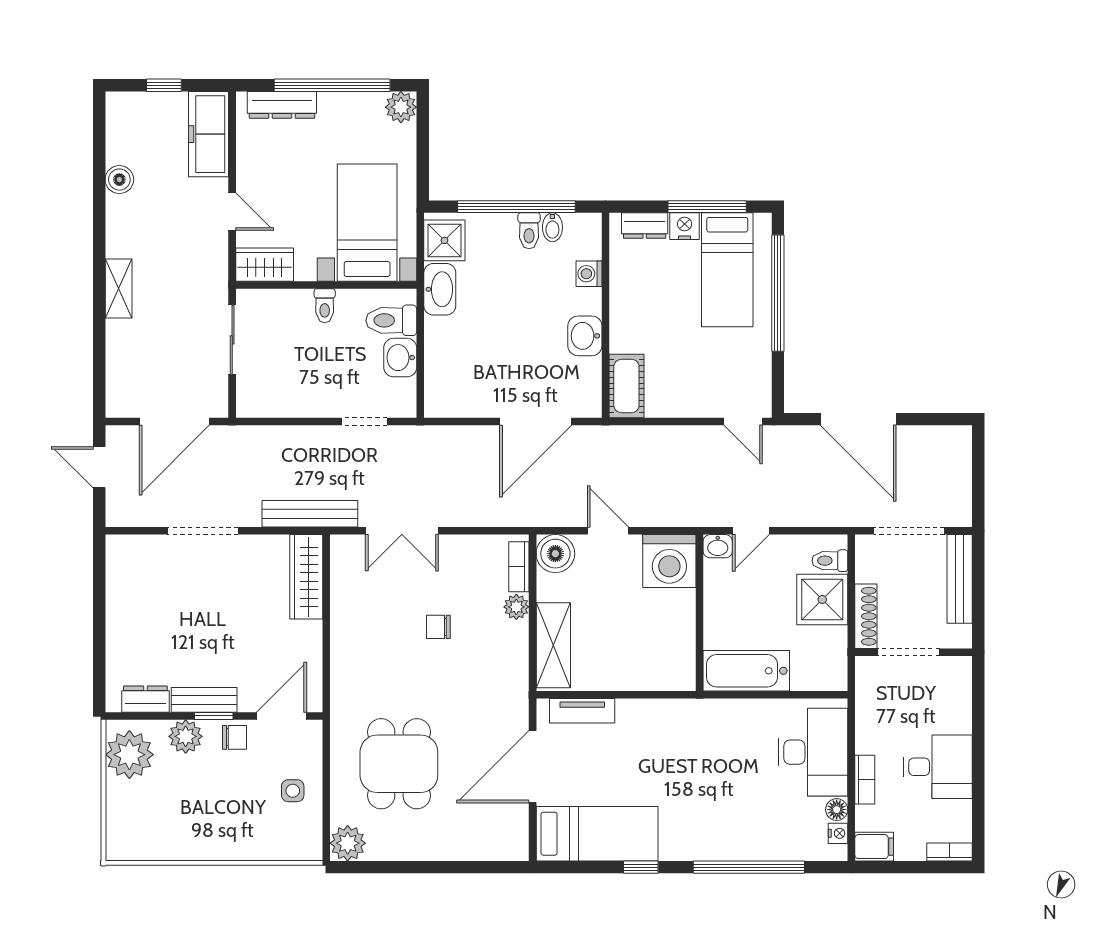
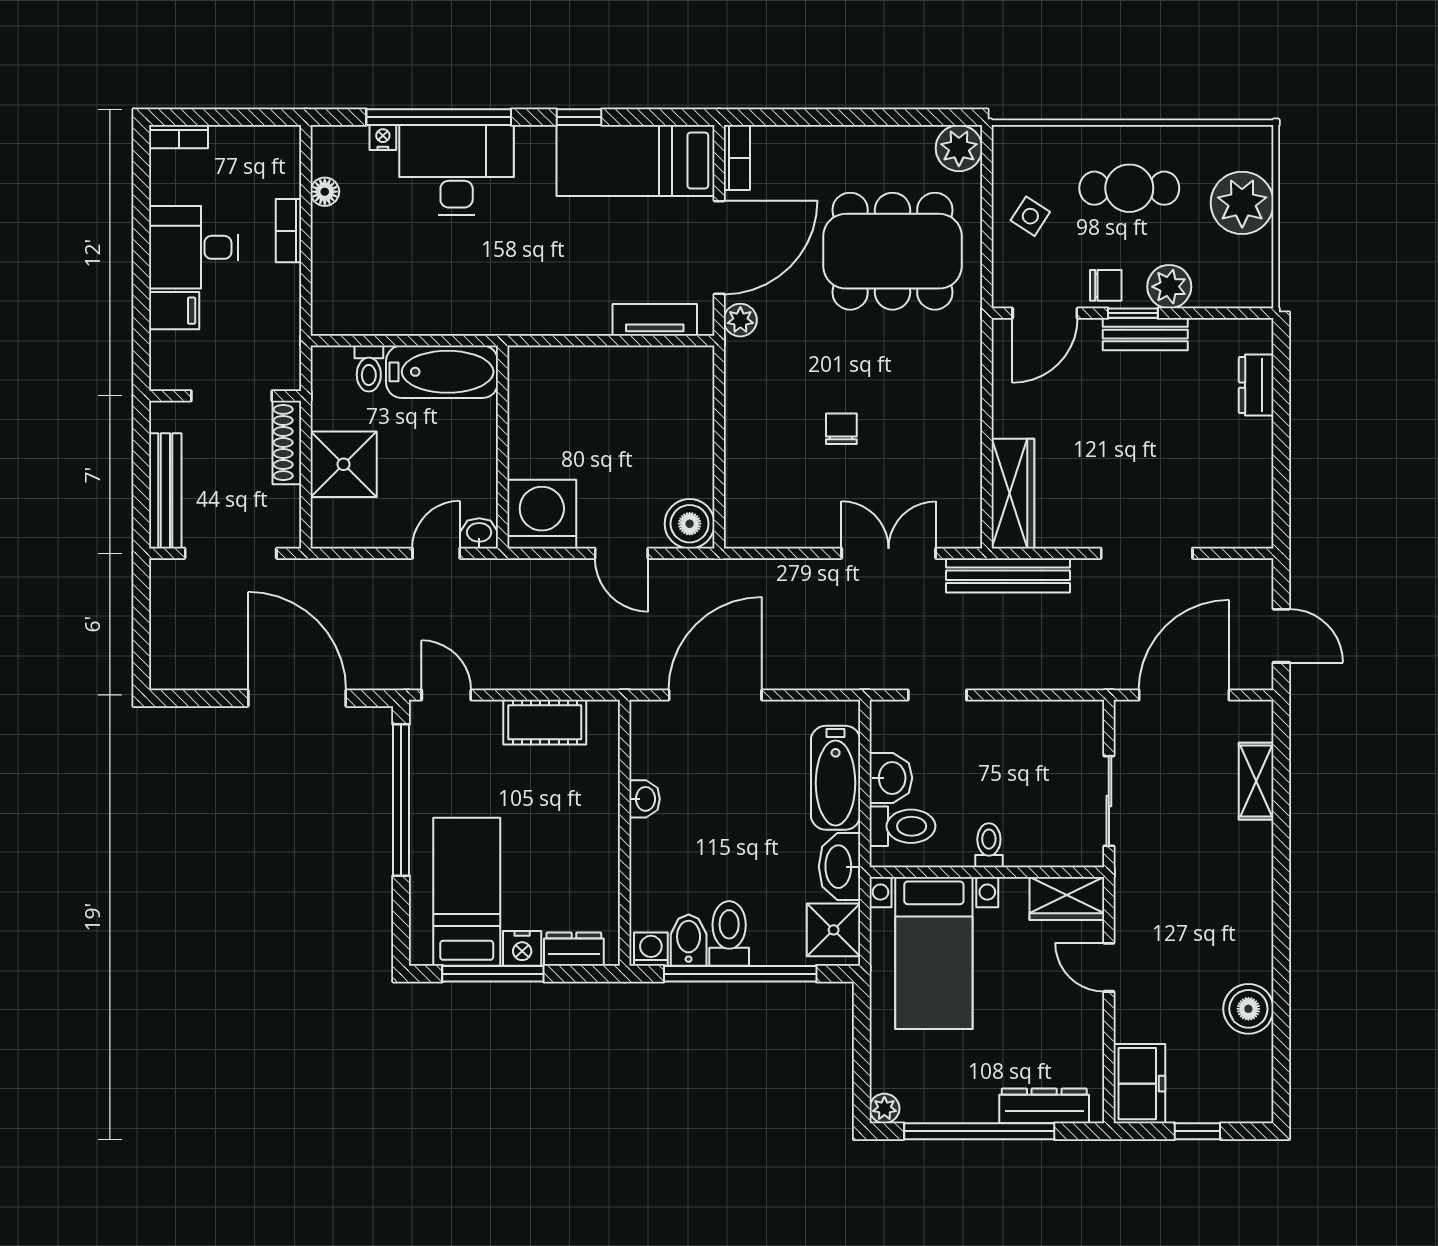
plant: (401, 107) -> (884, 1108), width x0.73, depth x0.73
freezer: (209, 134) -> (1139, 1084), width x0.71
boiler: (119, 180) -> (1248, 1009), width x1.36, depth x1.36
bidet: (552, 227) -> (689, 940), width x1.38, depth x1.36
toilet: (529, 231) -> (729, 933), width x1.37, depth x1.39
washing machine: (589, 274) -> (651, 949), moved, turned -90
shelving: (119, 288) -> (1256, 781), moved
window: (778, 293) -> (401, 800), moved
washbasin: (585, 336) -> (645, 799), width x0.72, depth x0.69
bathtub: (443, 358) -> (836, 778), added
cot: (626, 386) -> (545, 722), moved, turned 90
toilet: (830, 561) -> (369, 369), moved, turned 90
bookcase: (519, 567) -> (737, 158), moved
plant: (516, 607) -> (740, 320), moved
chair: (438, 627) -> (841, 429), turned -90
shelving: (553, 645) -> (692, 405), removed
dresser: (145, 699) -> (1256, 385), moved, turned 90
chair: (235, 737) -> (1106, 285), turned 180
desk: (813, 752) -> (457, 170), moved, turned 90
plant: (129, 755) -> (1242, 203), moved
dining table: (399, 764) -> (892, 251), width x1.38
side table: (293, 791) -> (1030, 216), turned 33
cafe table: (216, 812) -> (1129, 188), added
nightstand: (838, 833) -> (383, 138), moved, turned 90
filing cabinet: (874, 847) -> (174, 311), moved, turned 180

